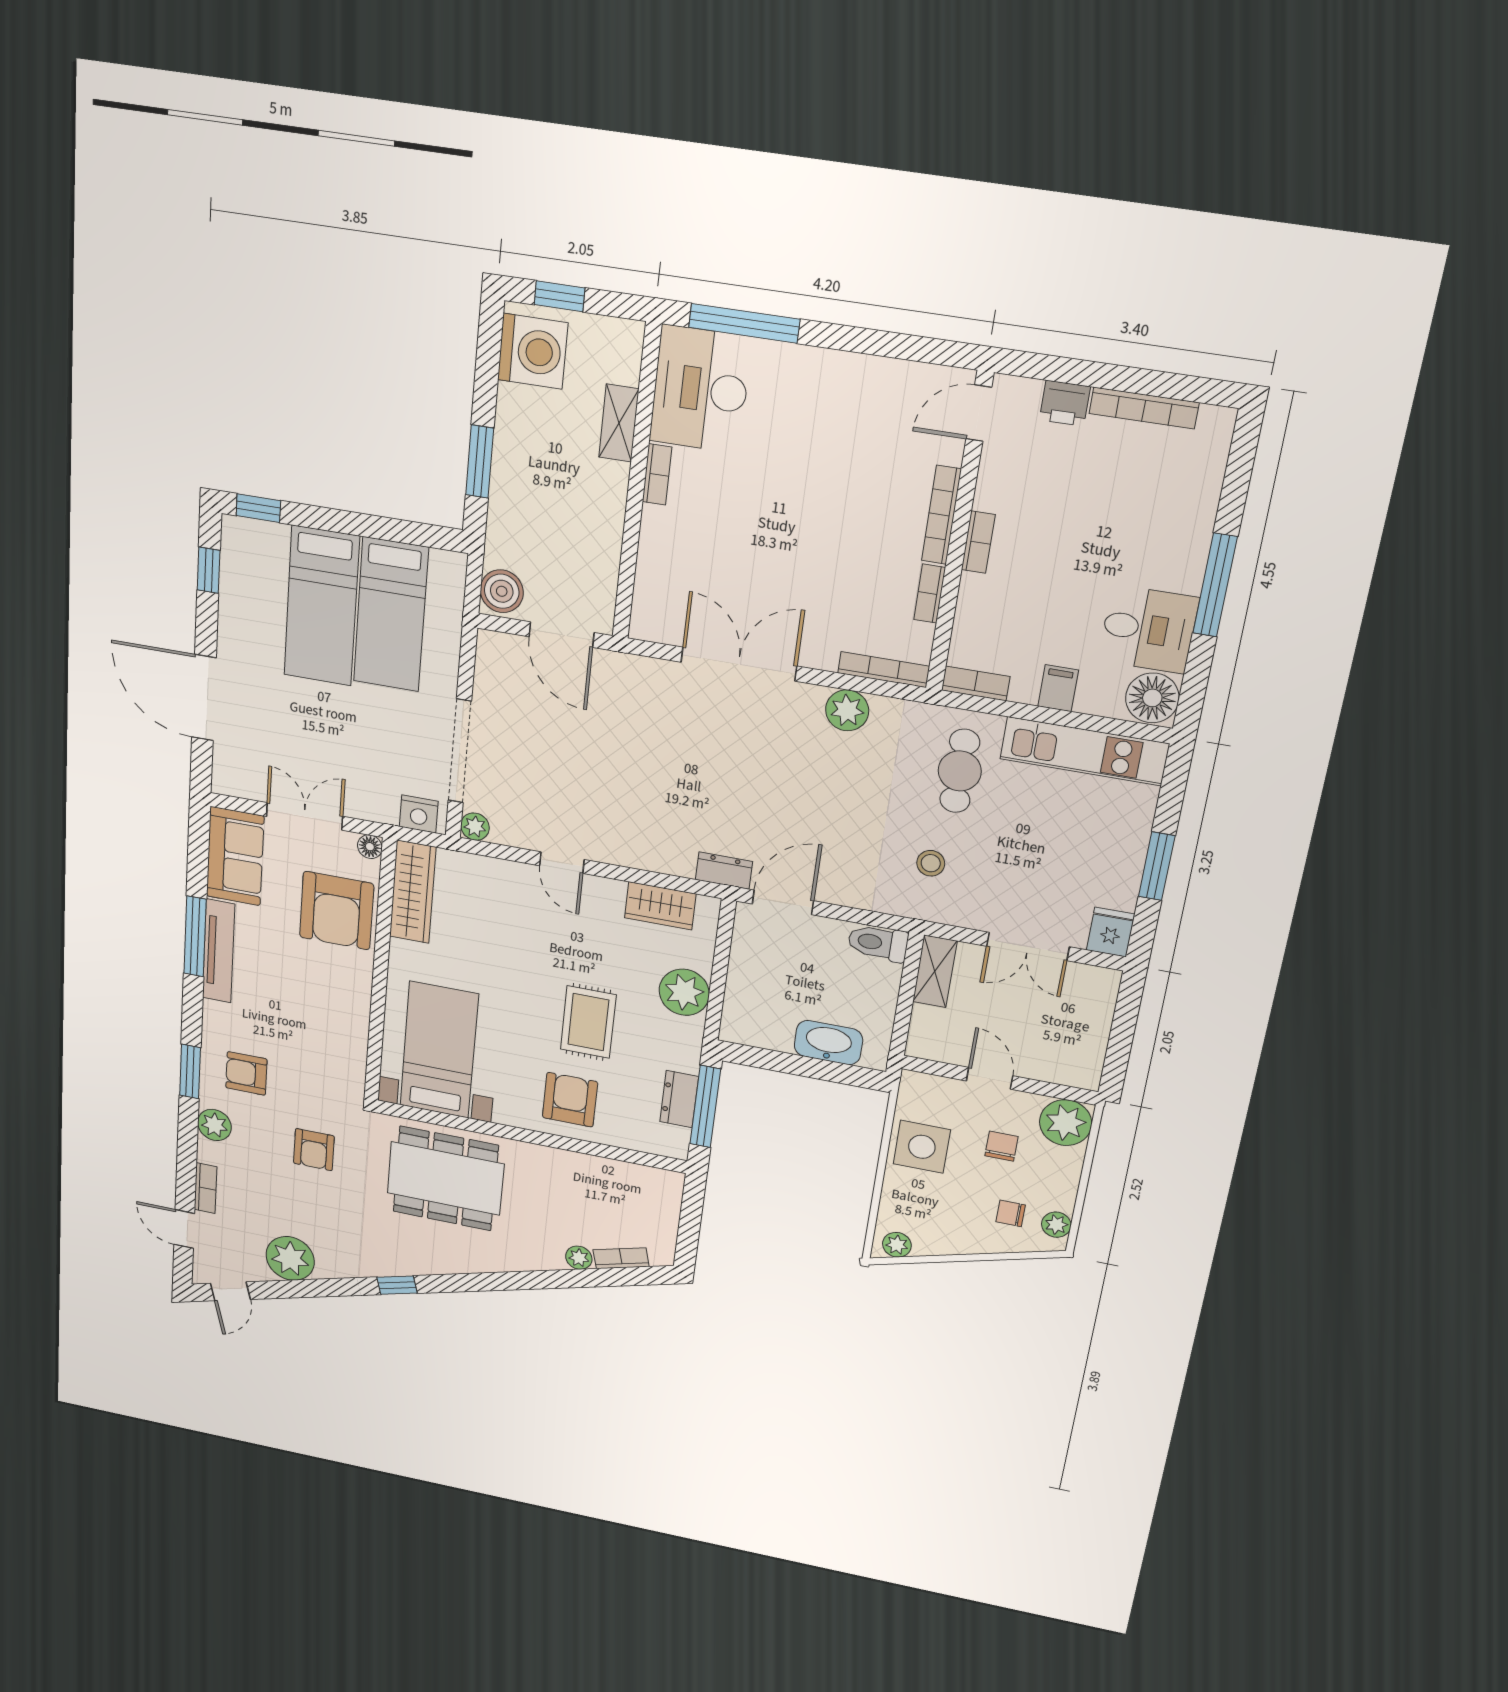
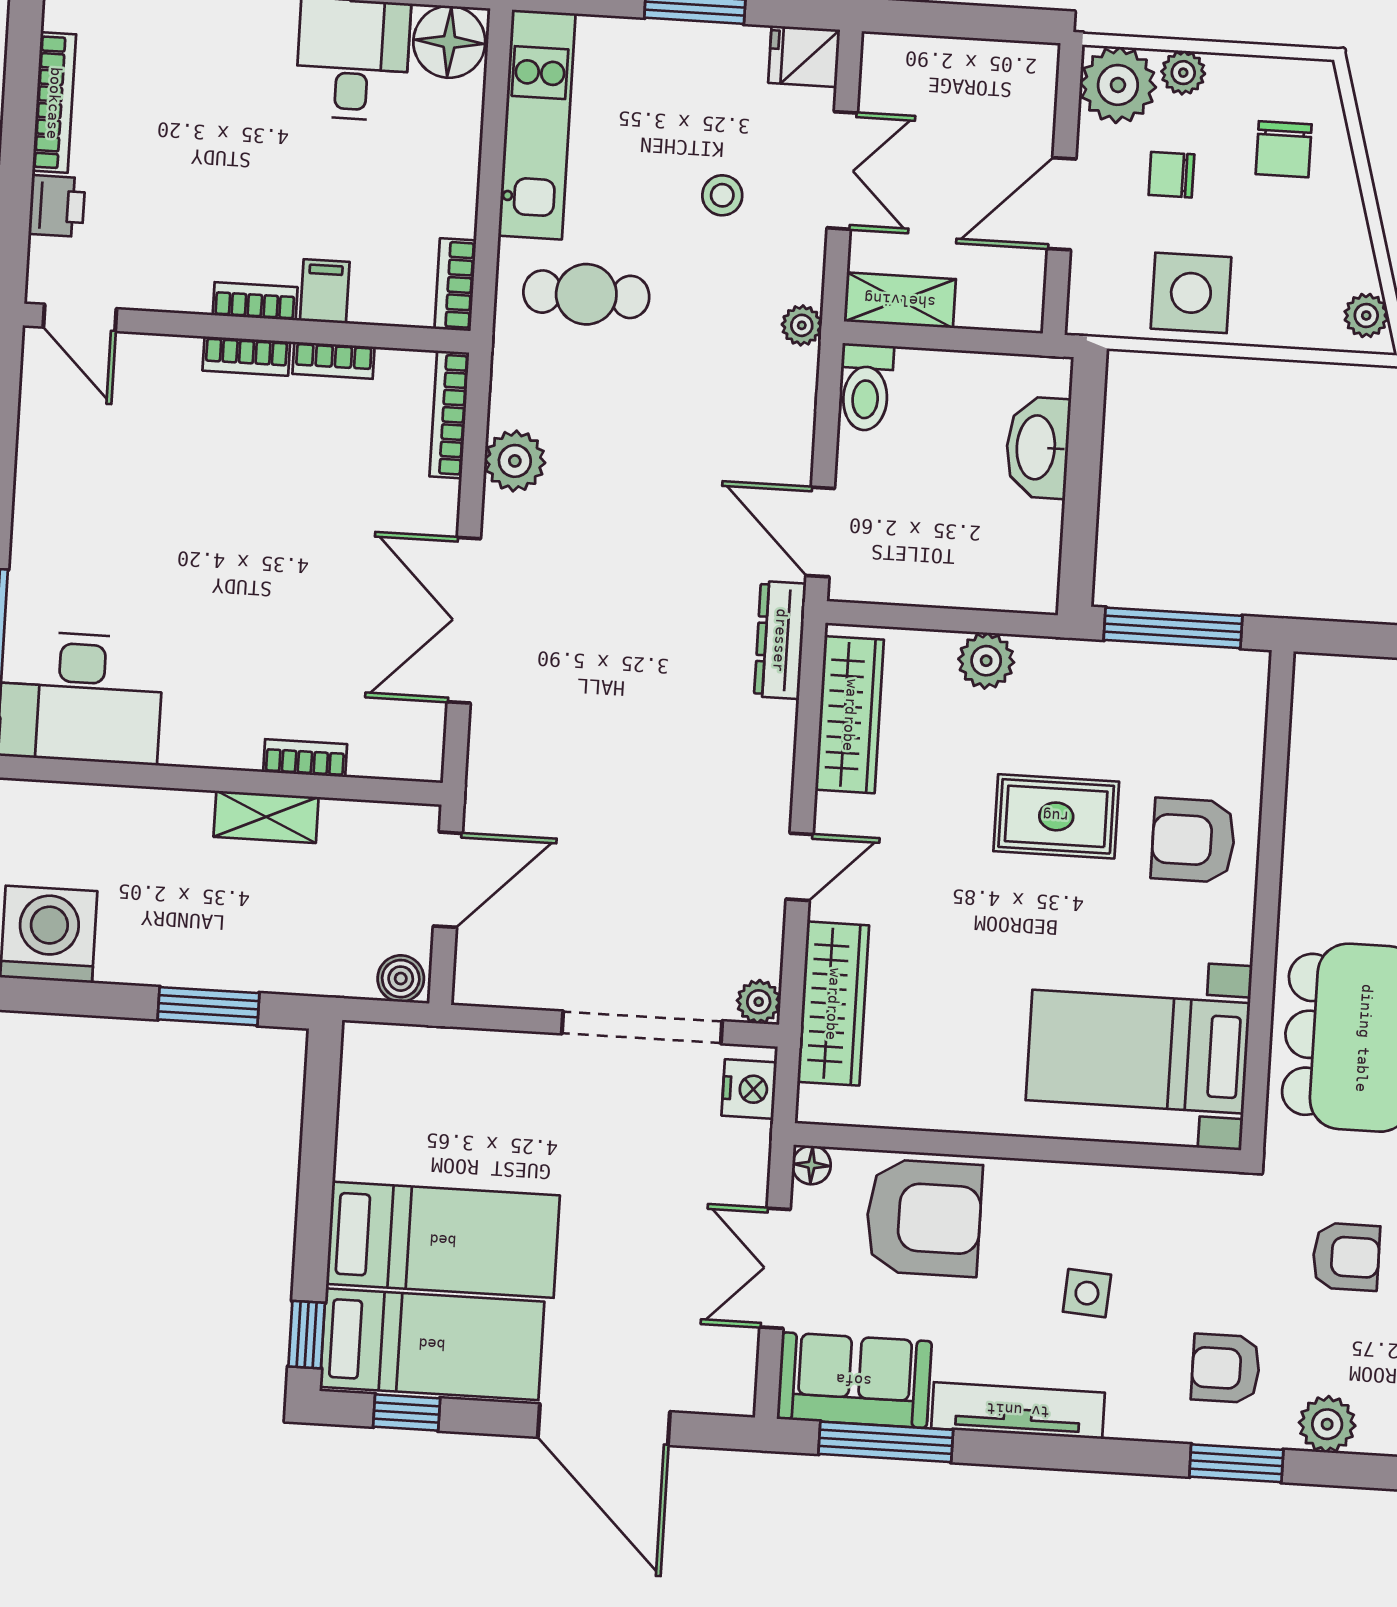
shelving: (619, 423) -> (266, 817), moved
bookcase: (657, 474) -> (305, 758), moved
bookcase: (941, 515) -> (246, 356), width x0.64
boiler: (502, 591) -> (401, 979), width x0.73, depth x0.73
bed: (391, 615) -> (432, 1344), moved
filing cabinet: (1058, 688) -> (325, 291), moved, turned 90
door: (204, 698) -> (604, 1425), hinge flipped
stool: (931, 863) -> (722, 195), moved
dresser: (724, 871) -> (780, 640), width x1.44
wardrobe: (413, 892) -> (833, 1004), moved, turned 90
wardrobe: (660, 906) -> (850, 715), width x1.50
plant: (924, 908) -> (802, 325), added
window: (195, 936) -> (886, 1442), moved
plant: (684, 992) -> (986, 661), width x0.73, depth x0.73
side table: (291, 1001) -> (1087, 1293), added
armchair: (246, 1073) -> (1226, 1368), turned 90
door: (990, 1078) -> (1062, 204), width x1.38
dresser: (679, 1099) -> (1166, 669), removed
chair: (1011, 1213) -> (1284, 149), width x1.37, depth x1.37
plant: (1056, 1225) -> (1183, 73), moved

